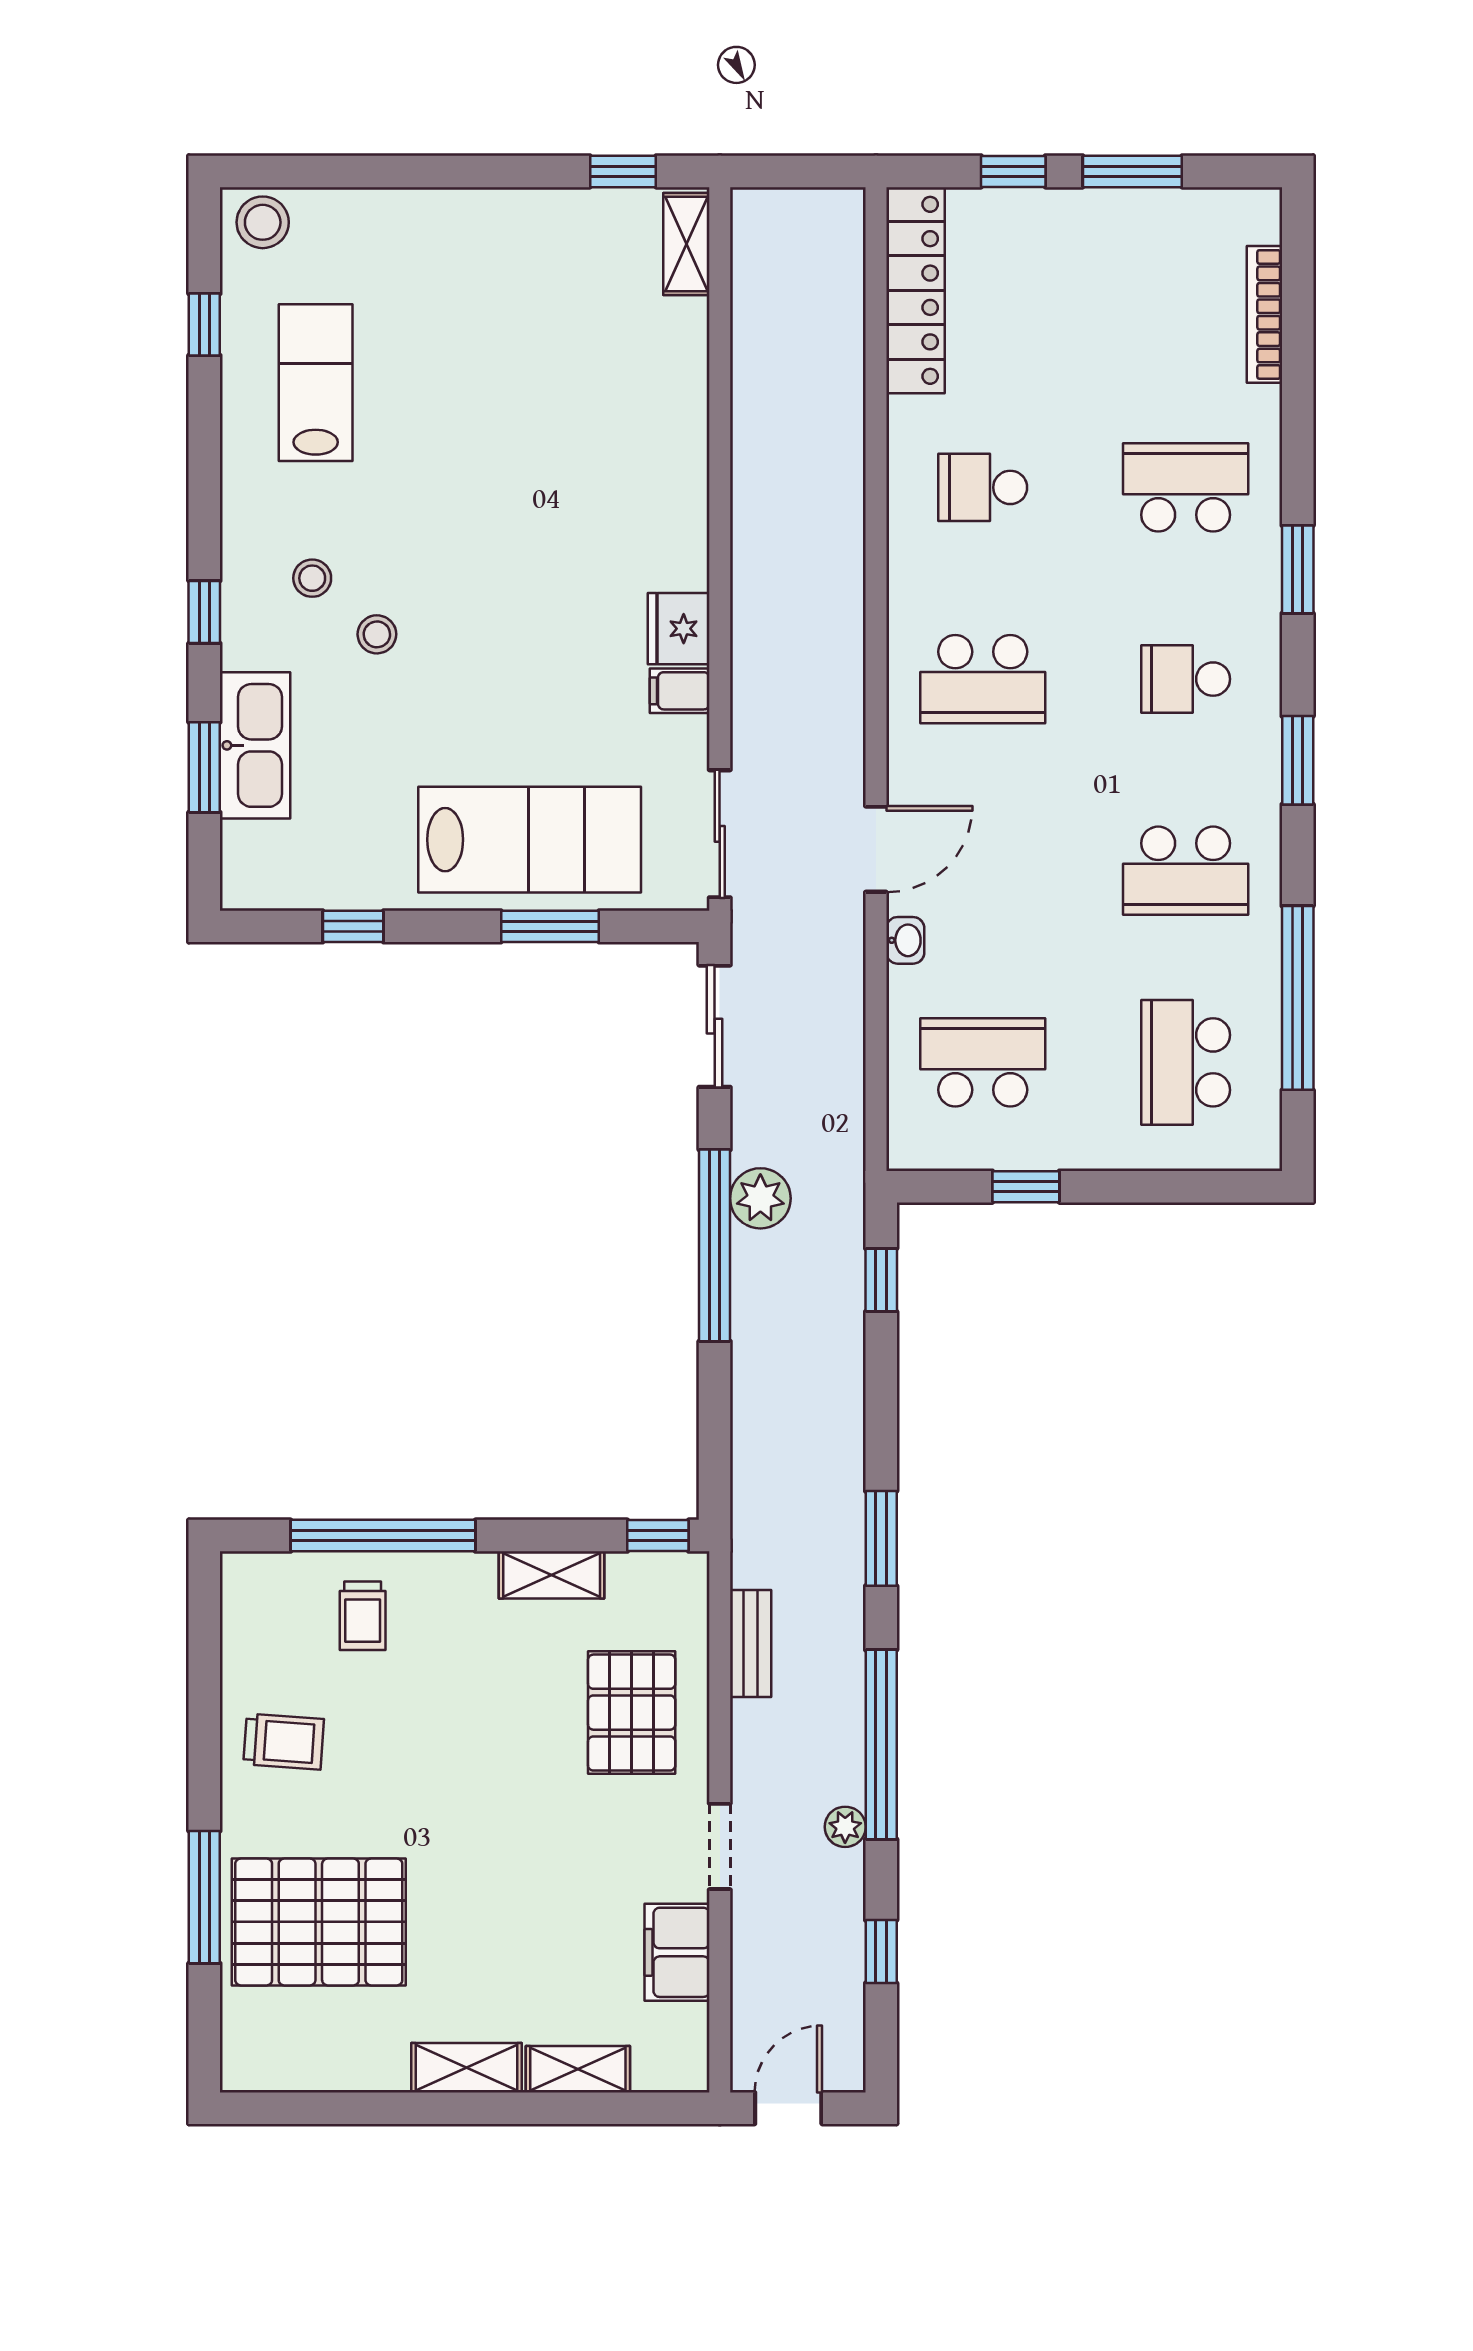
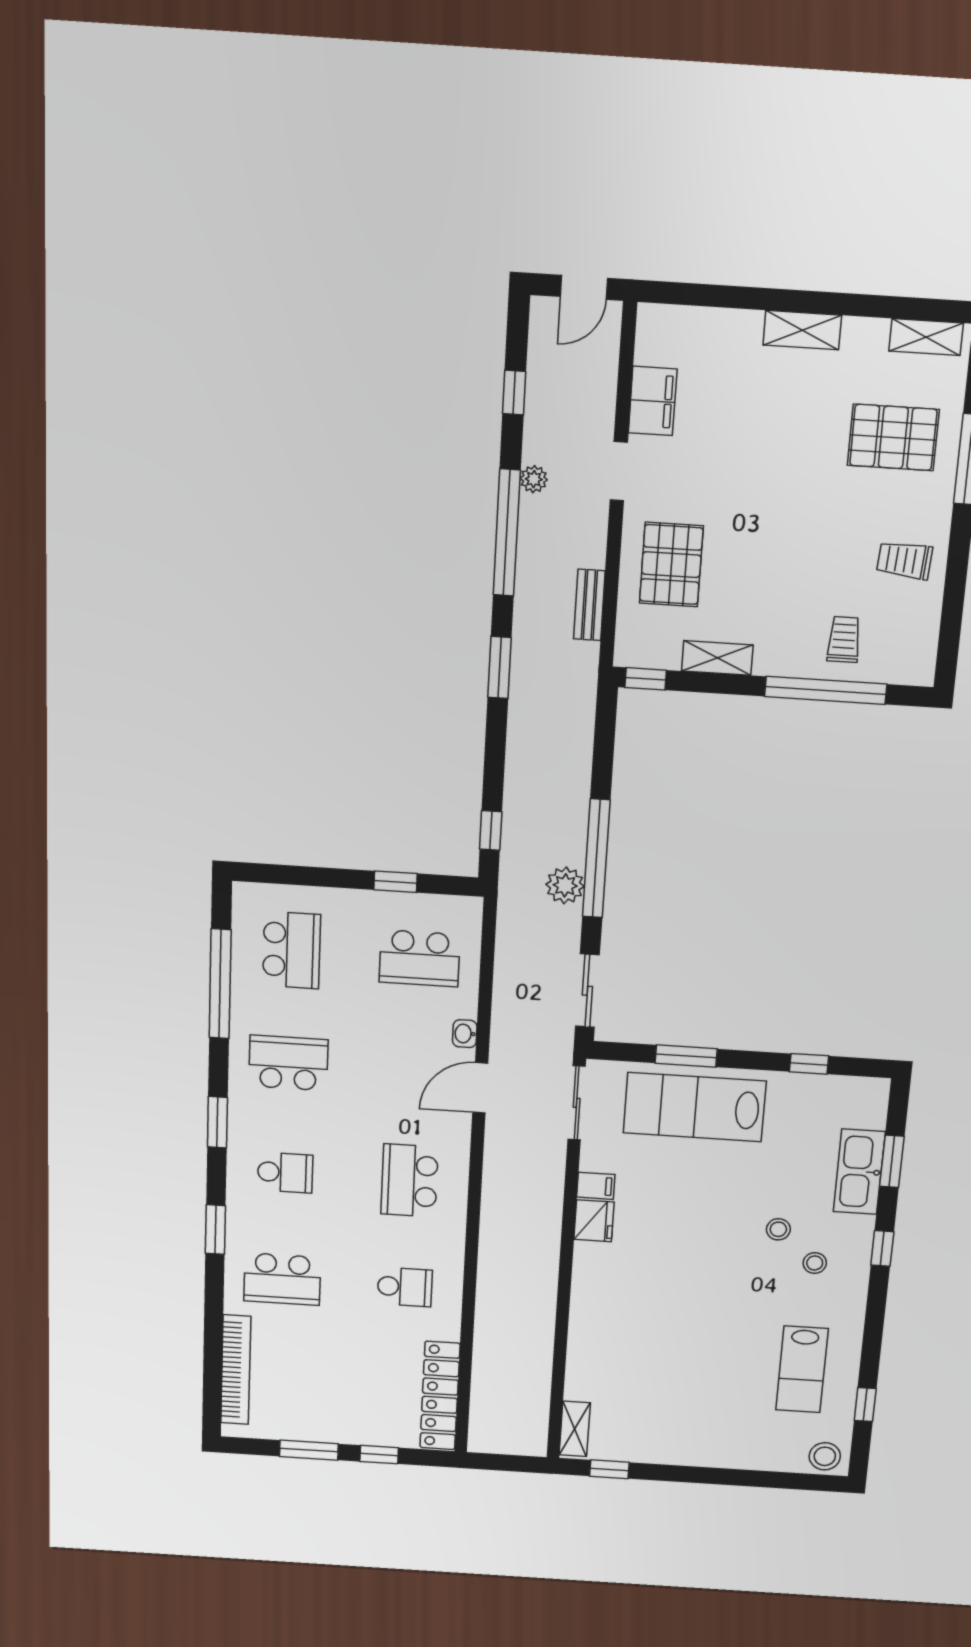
bookcase: (1264, 314) -> (236, 1370), width x1.48, depth x1.31
school desk: (983, 679) -> (410, 1181), turned -90
pallet: (319, 1922) -> (893, 437), width x0.73, depth x0.71
shelving: (578, 2069) -> (926, 337), moved

